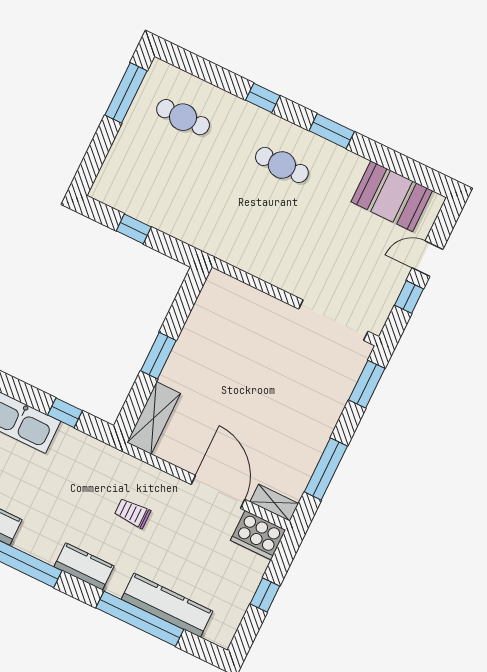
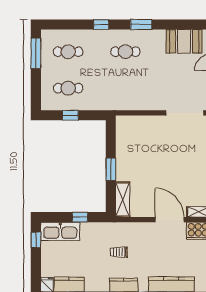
cafe table: (153, 180) -> (68, 88), added
trolley: (132, 513) -> (119, 252), moved

